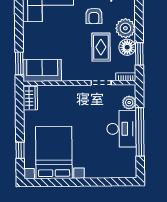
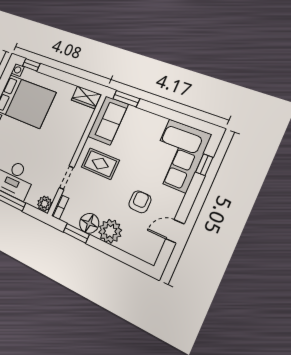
armchair: (94, 16) -> (140, 202), turned 90
rug: (101, 47) -> (100, 164), moved
plant: (129, 103) -> (45, 204), moved
window: (20, 150) -> (31, 65), moved

